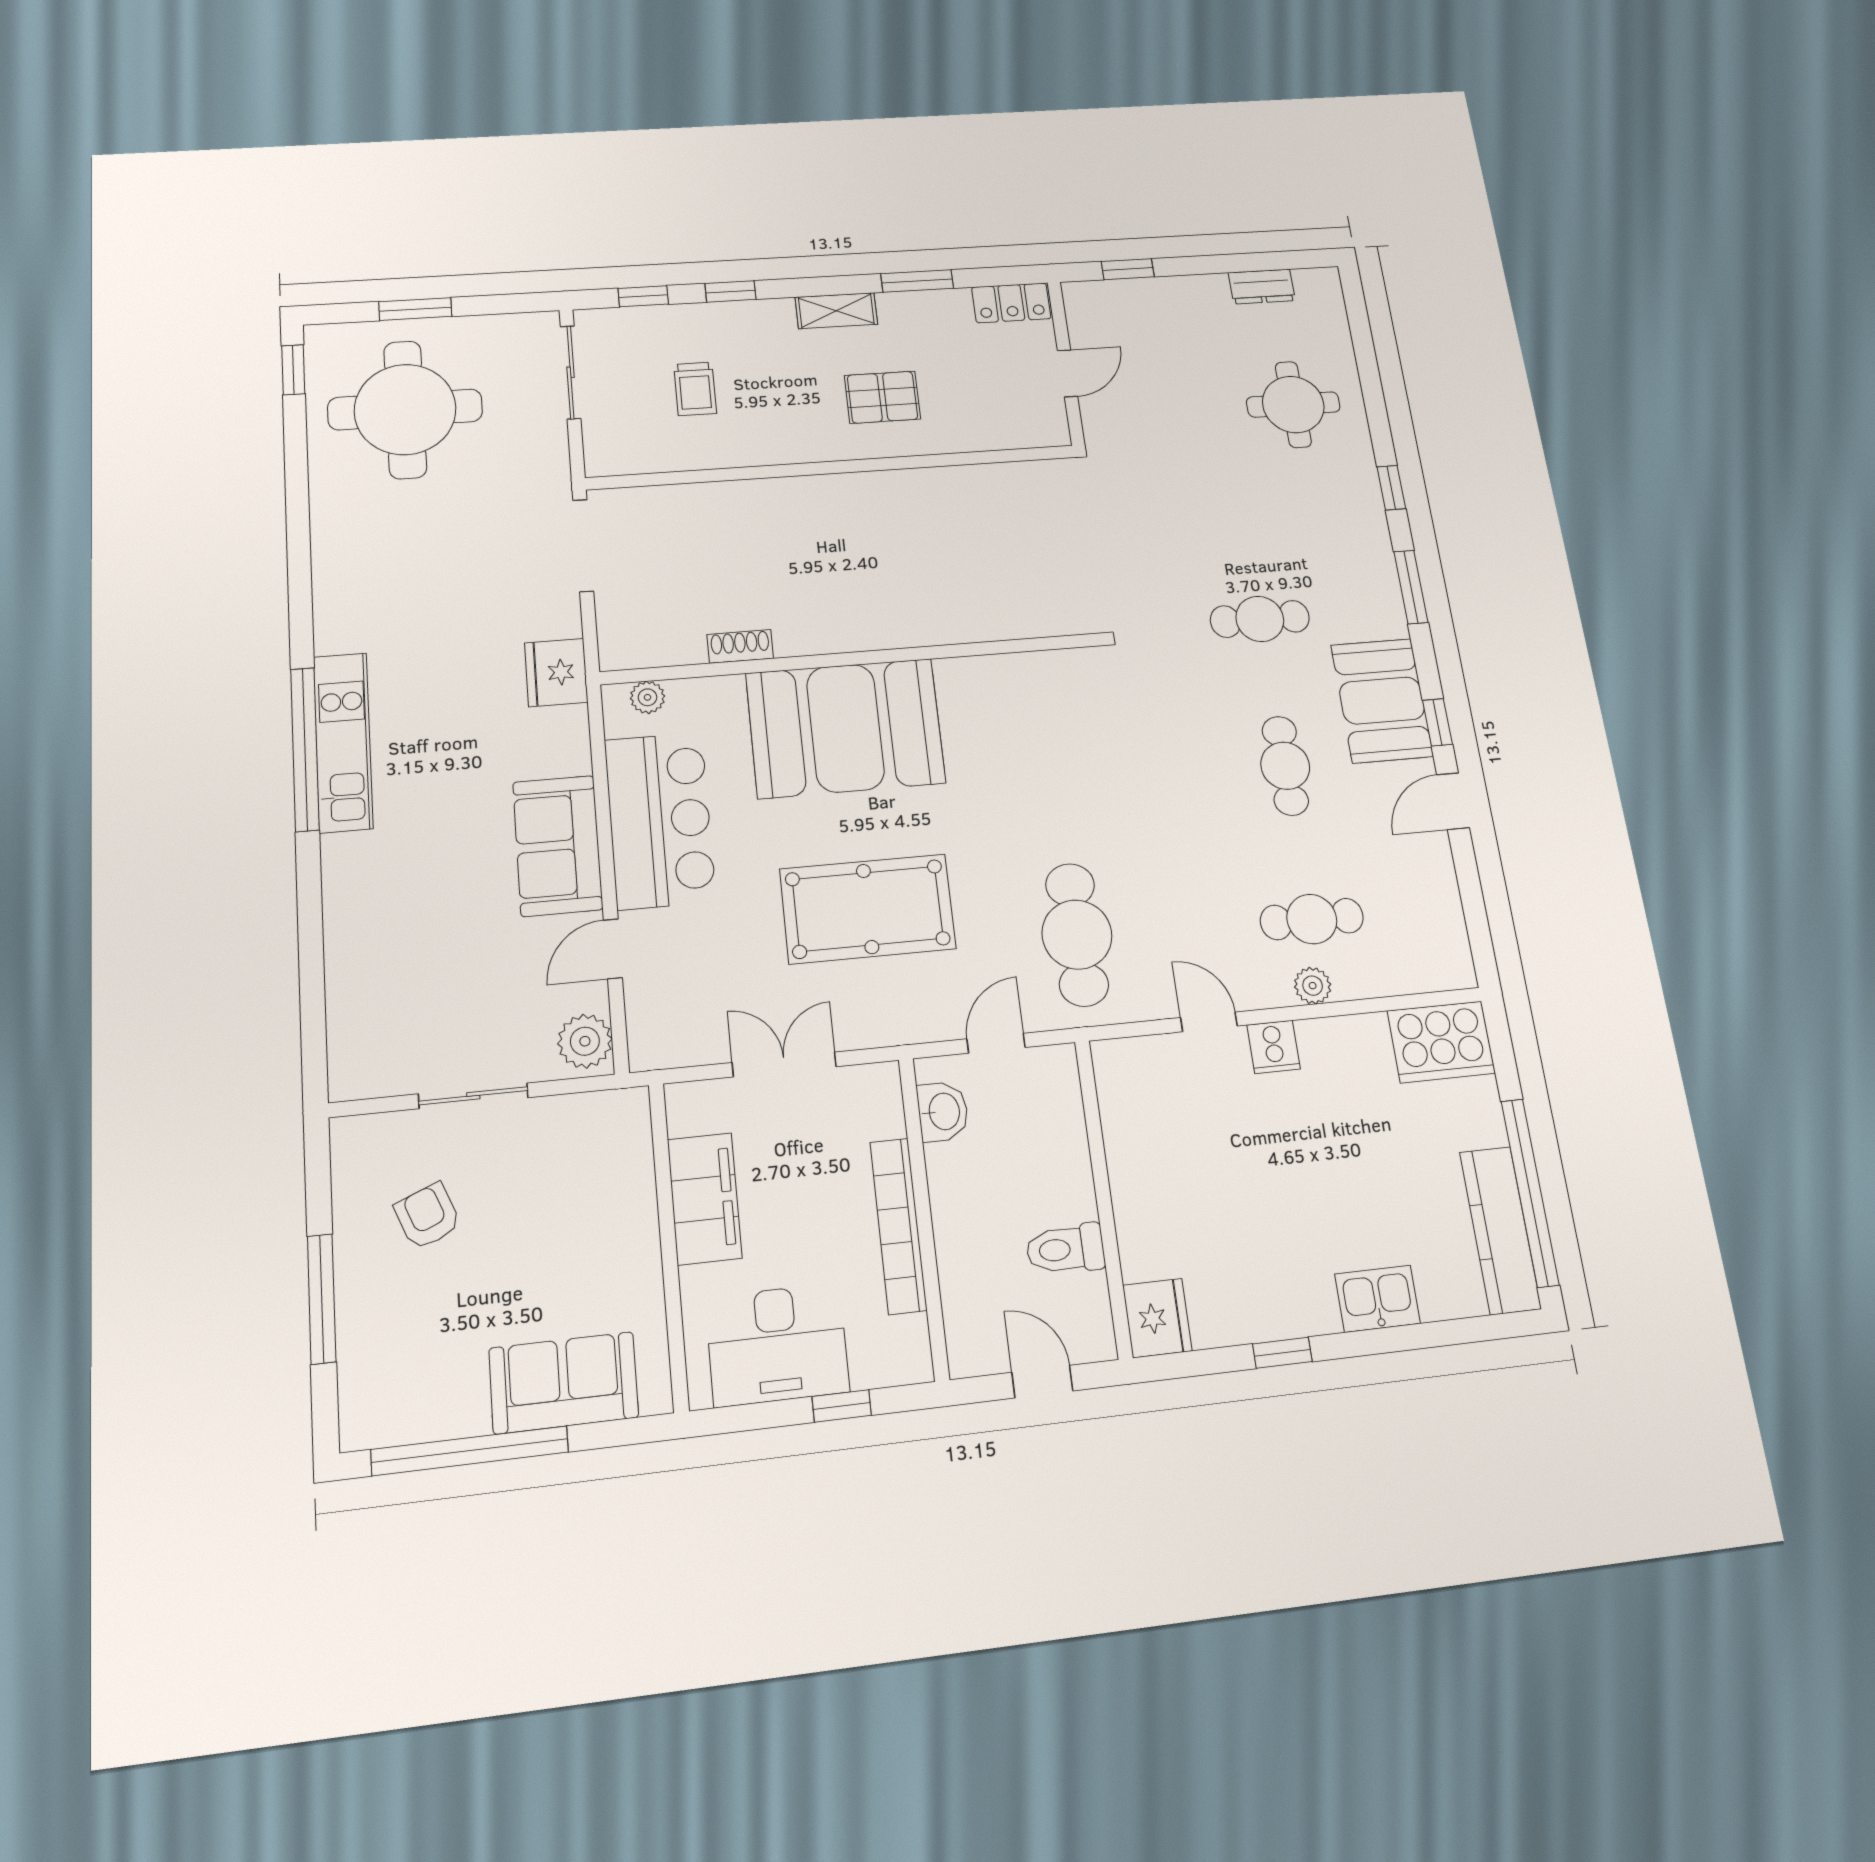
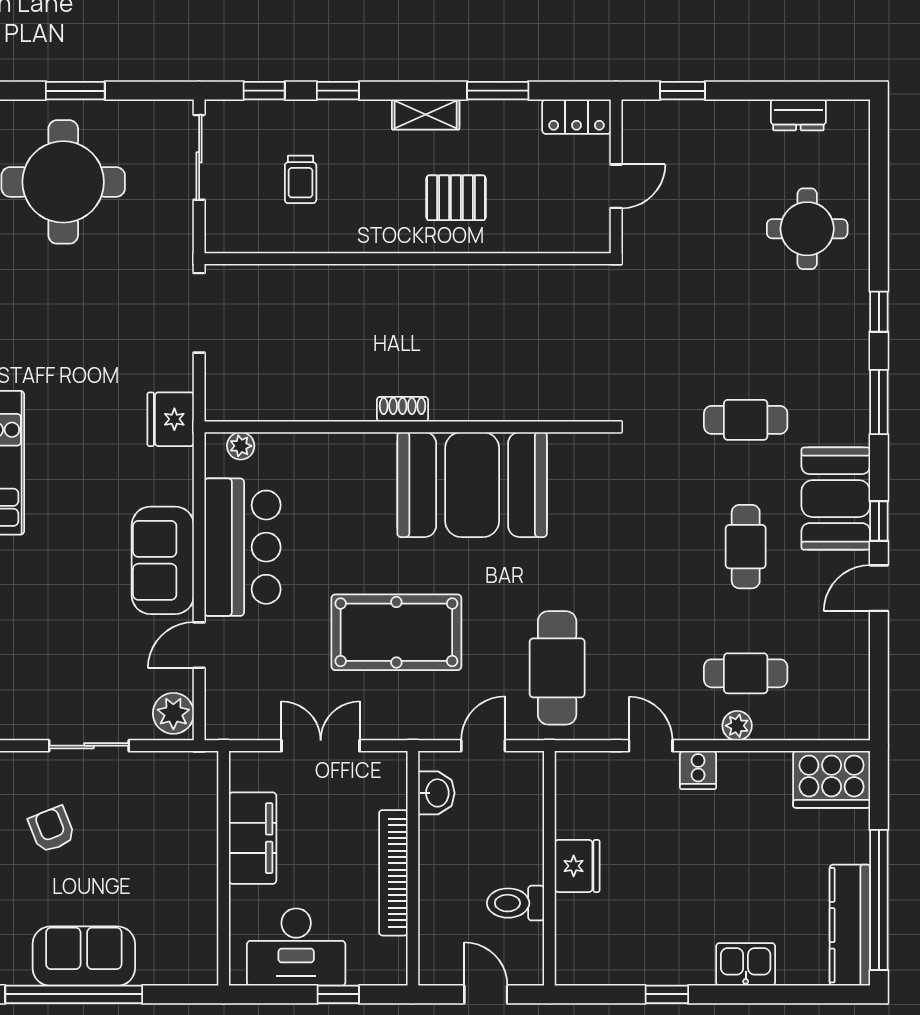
shoe rack: (740, 646) -> (402, 409), moved
booth: (845, 728) -> (472, 485), moved
fridge: (1157, 1318) -> (577, 866), moved
sofa: (564, 1383) -> (84, 956), moved

